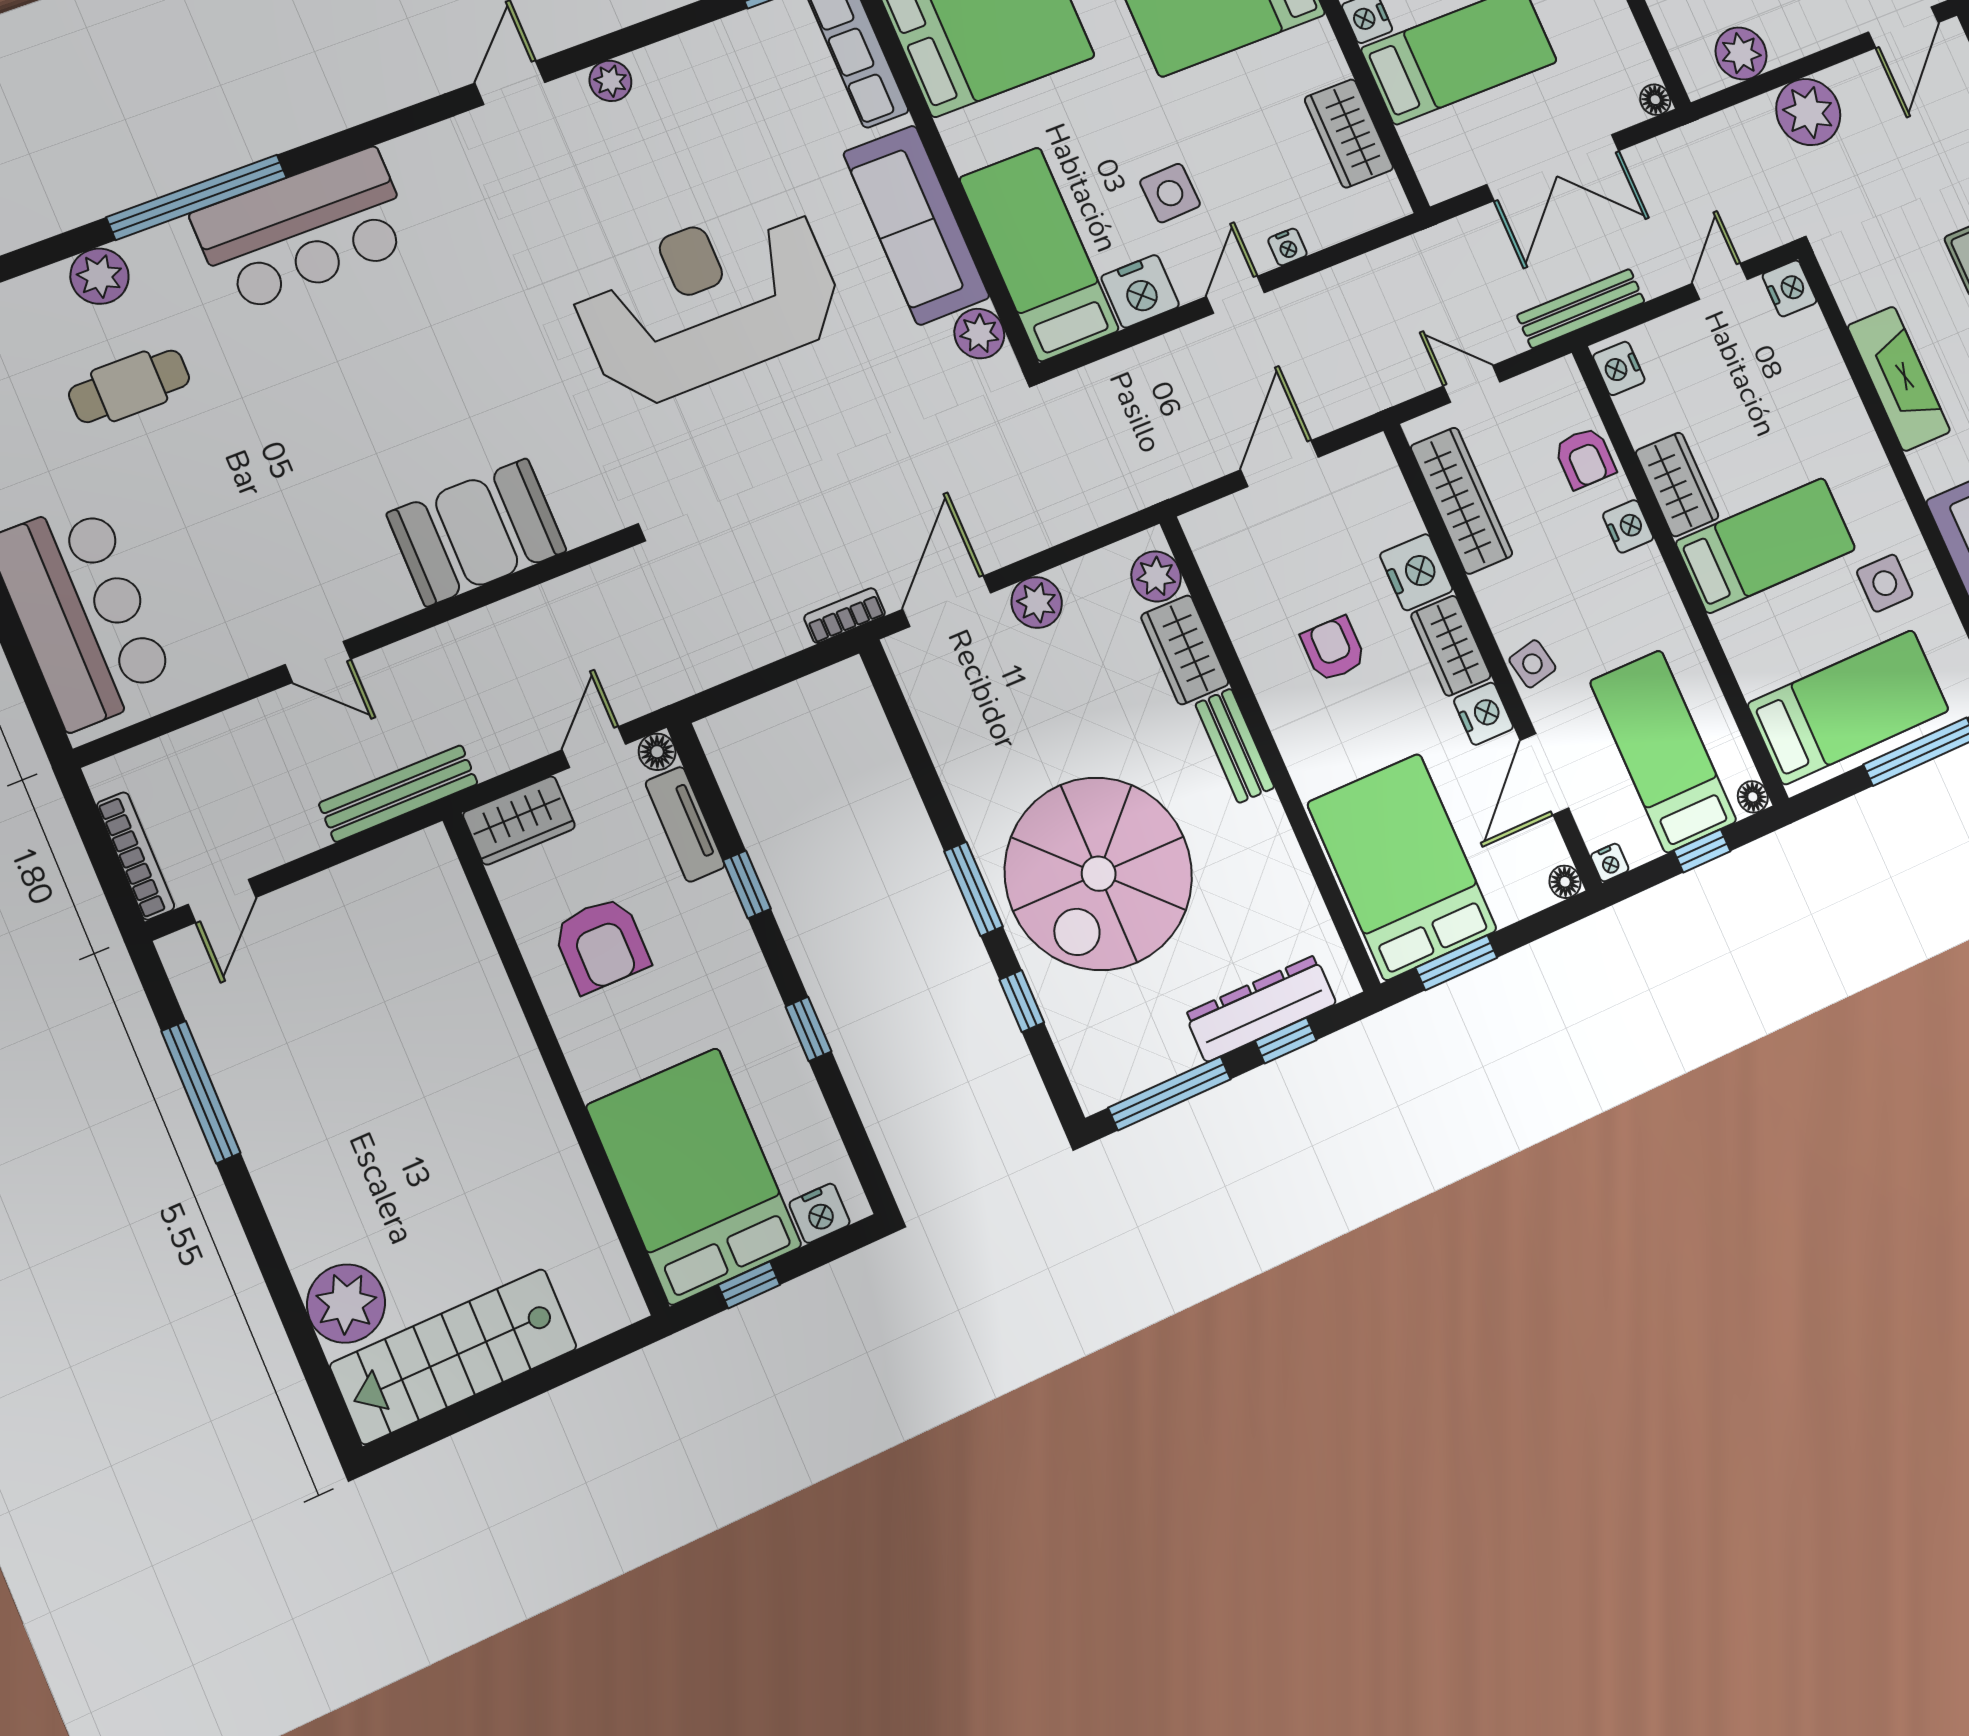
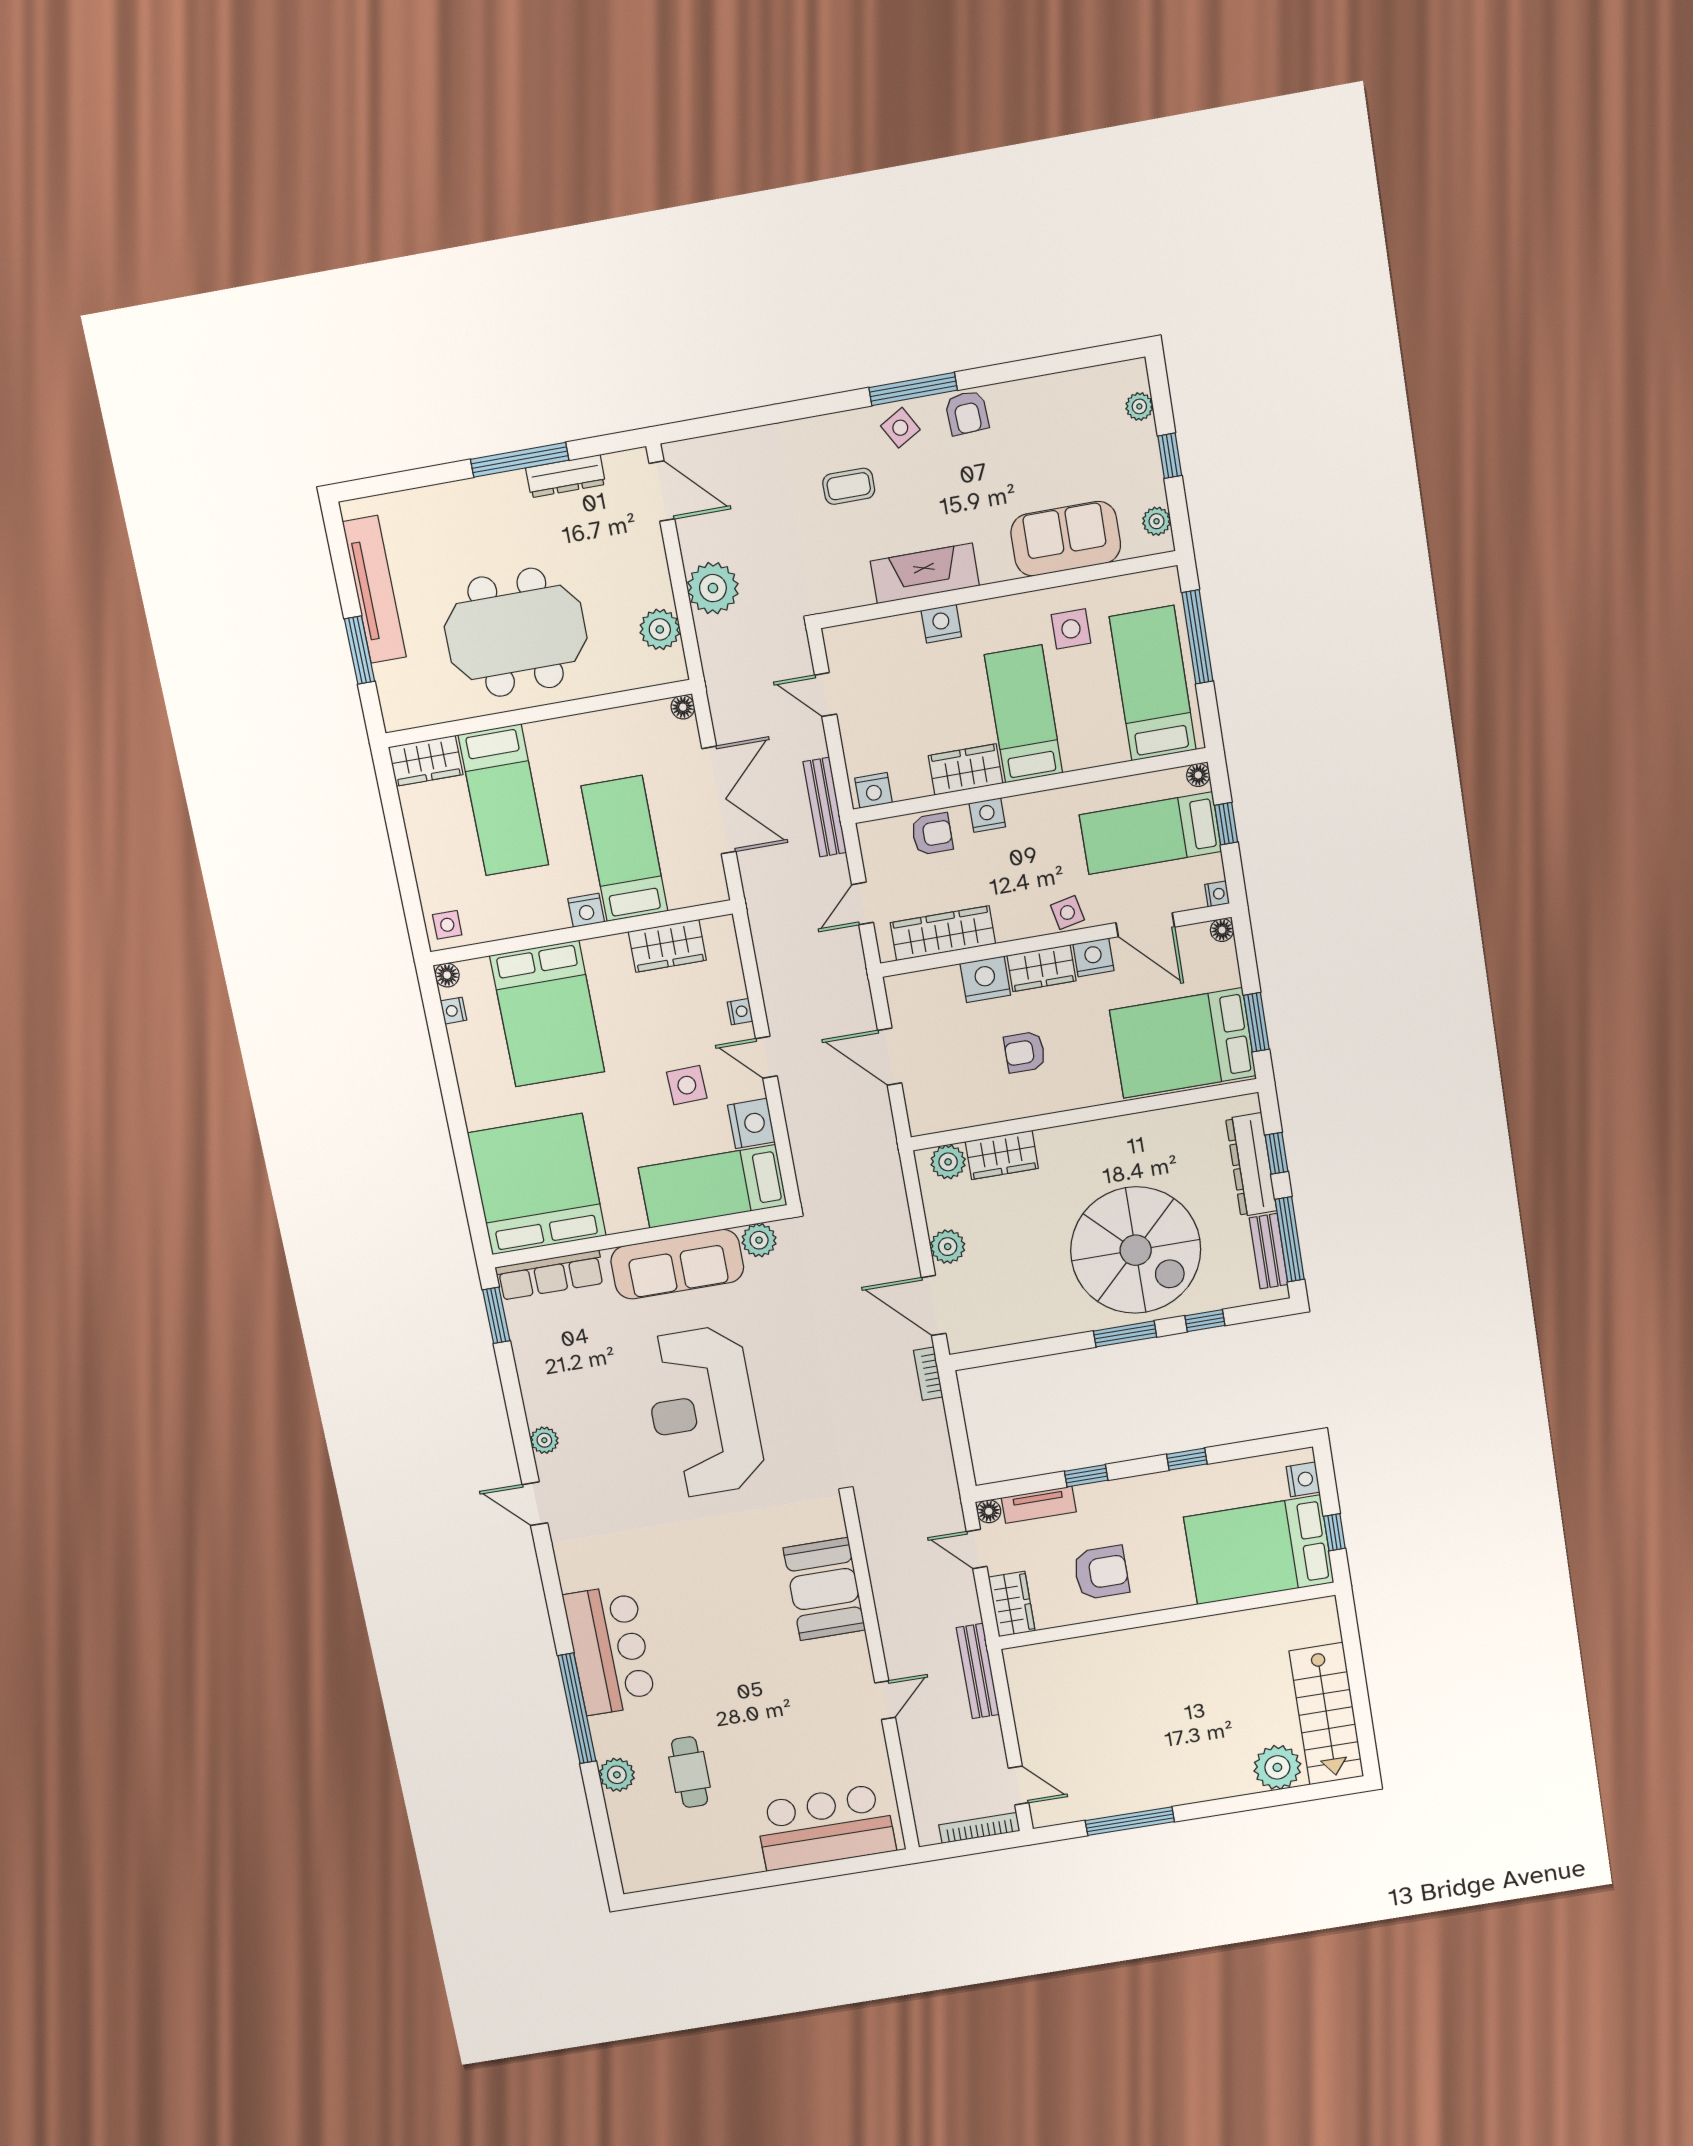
nightstand: (1789, 288) -> (941, 624), moved
bench: (1235, 746) -> (1269, 1251), moved, turned 90

